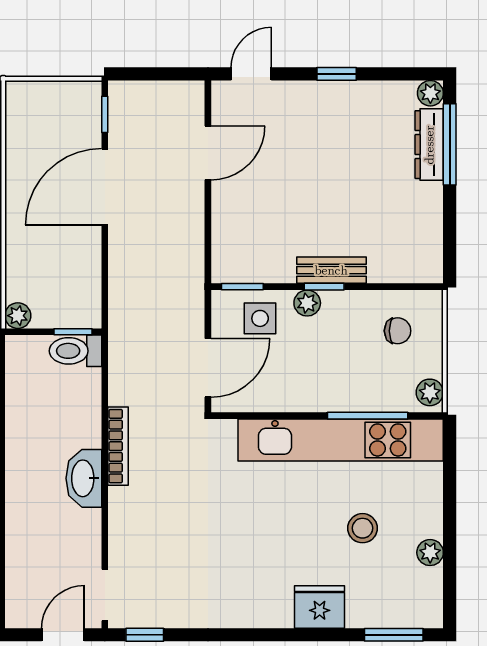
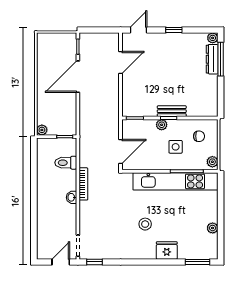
side table: (260, 318) -> (176, 147), moved
toilet: (75, 351) -> (66, 163), moved
washbasin: (84, 478) -> (72, 197), width x0.52, depth x0.69
stool: (363, 528) -> (145, 224), moved

